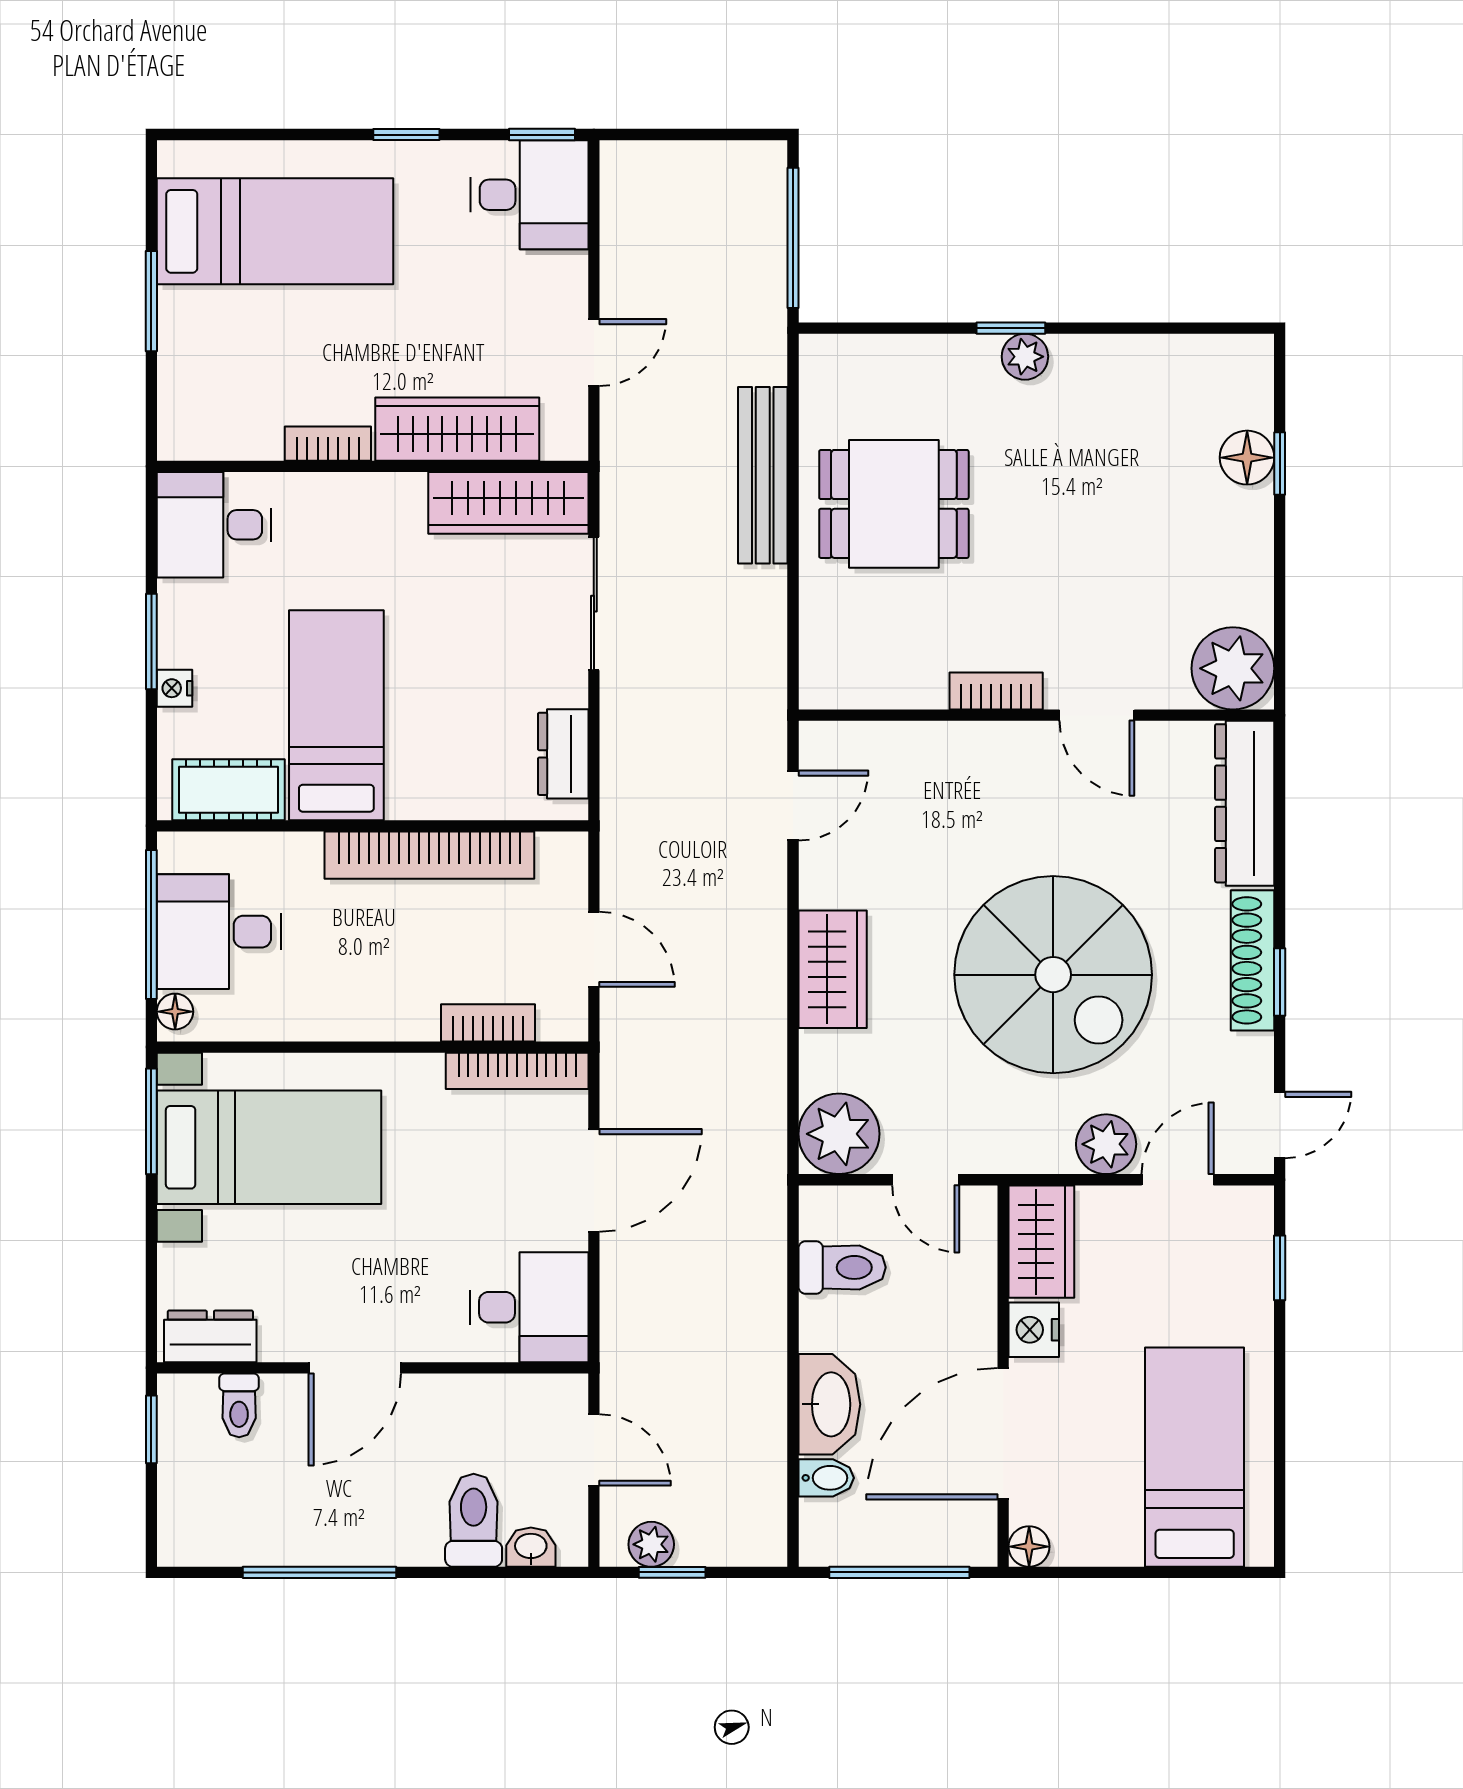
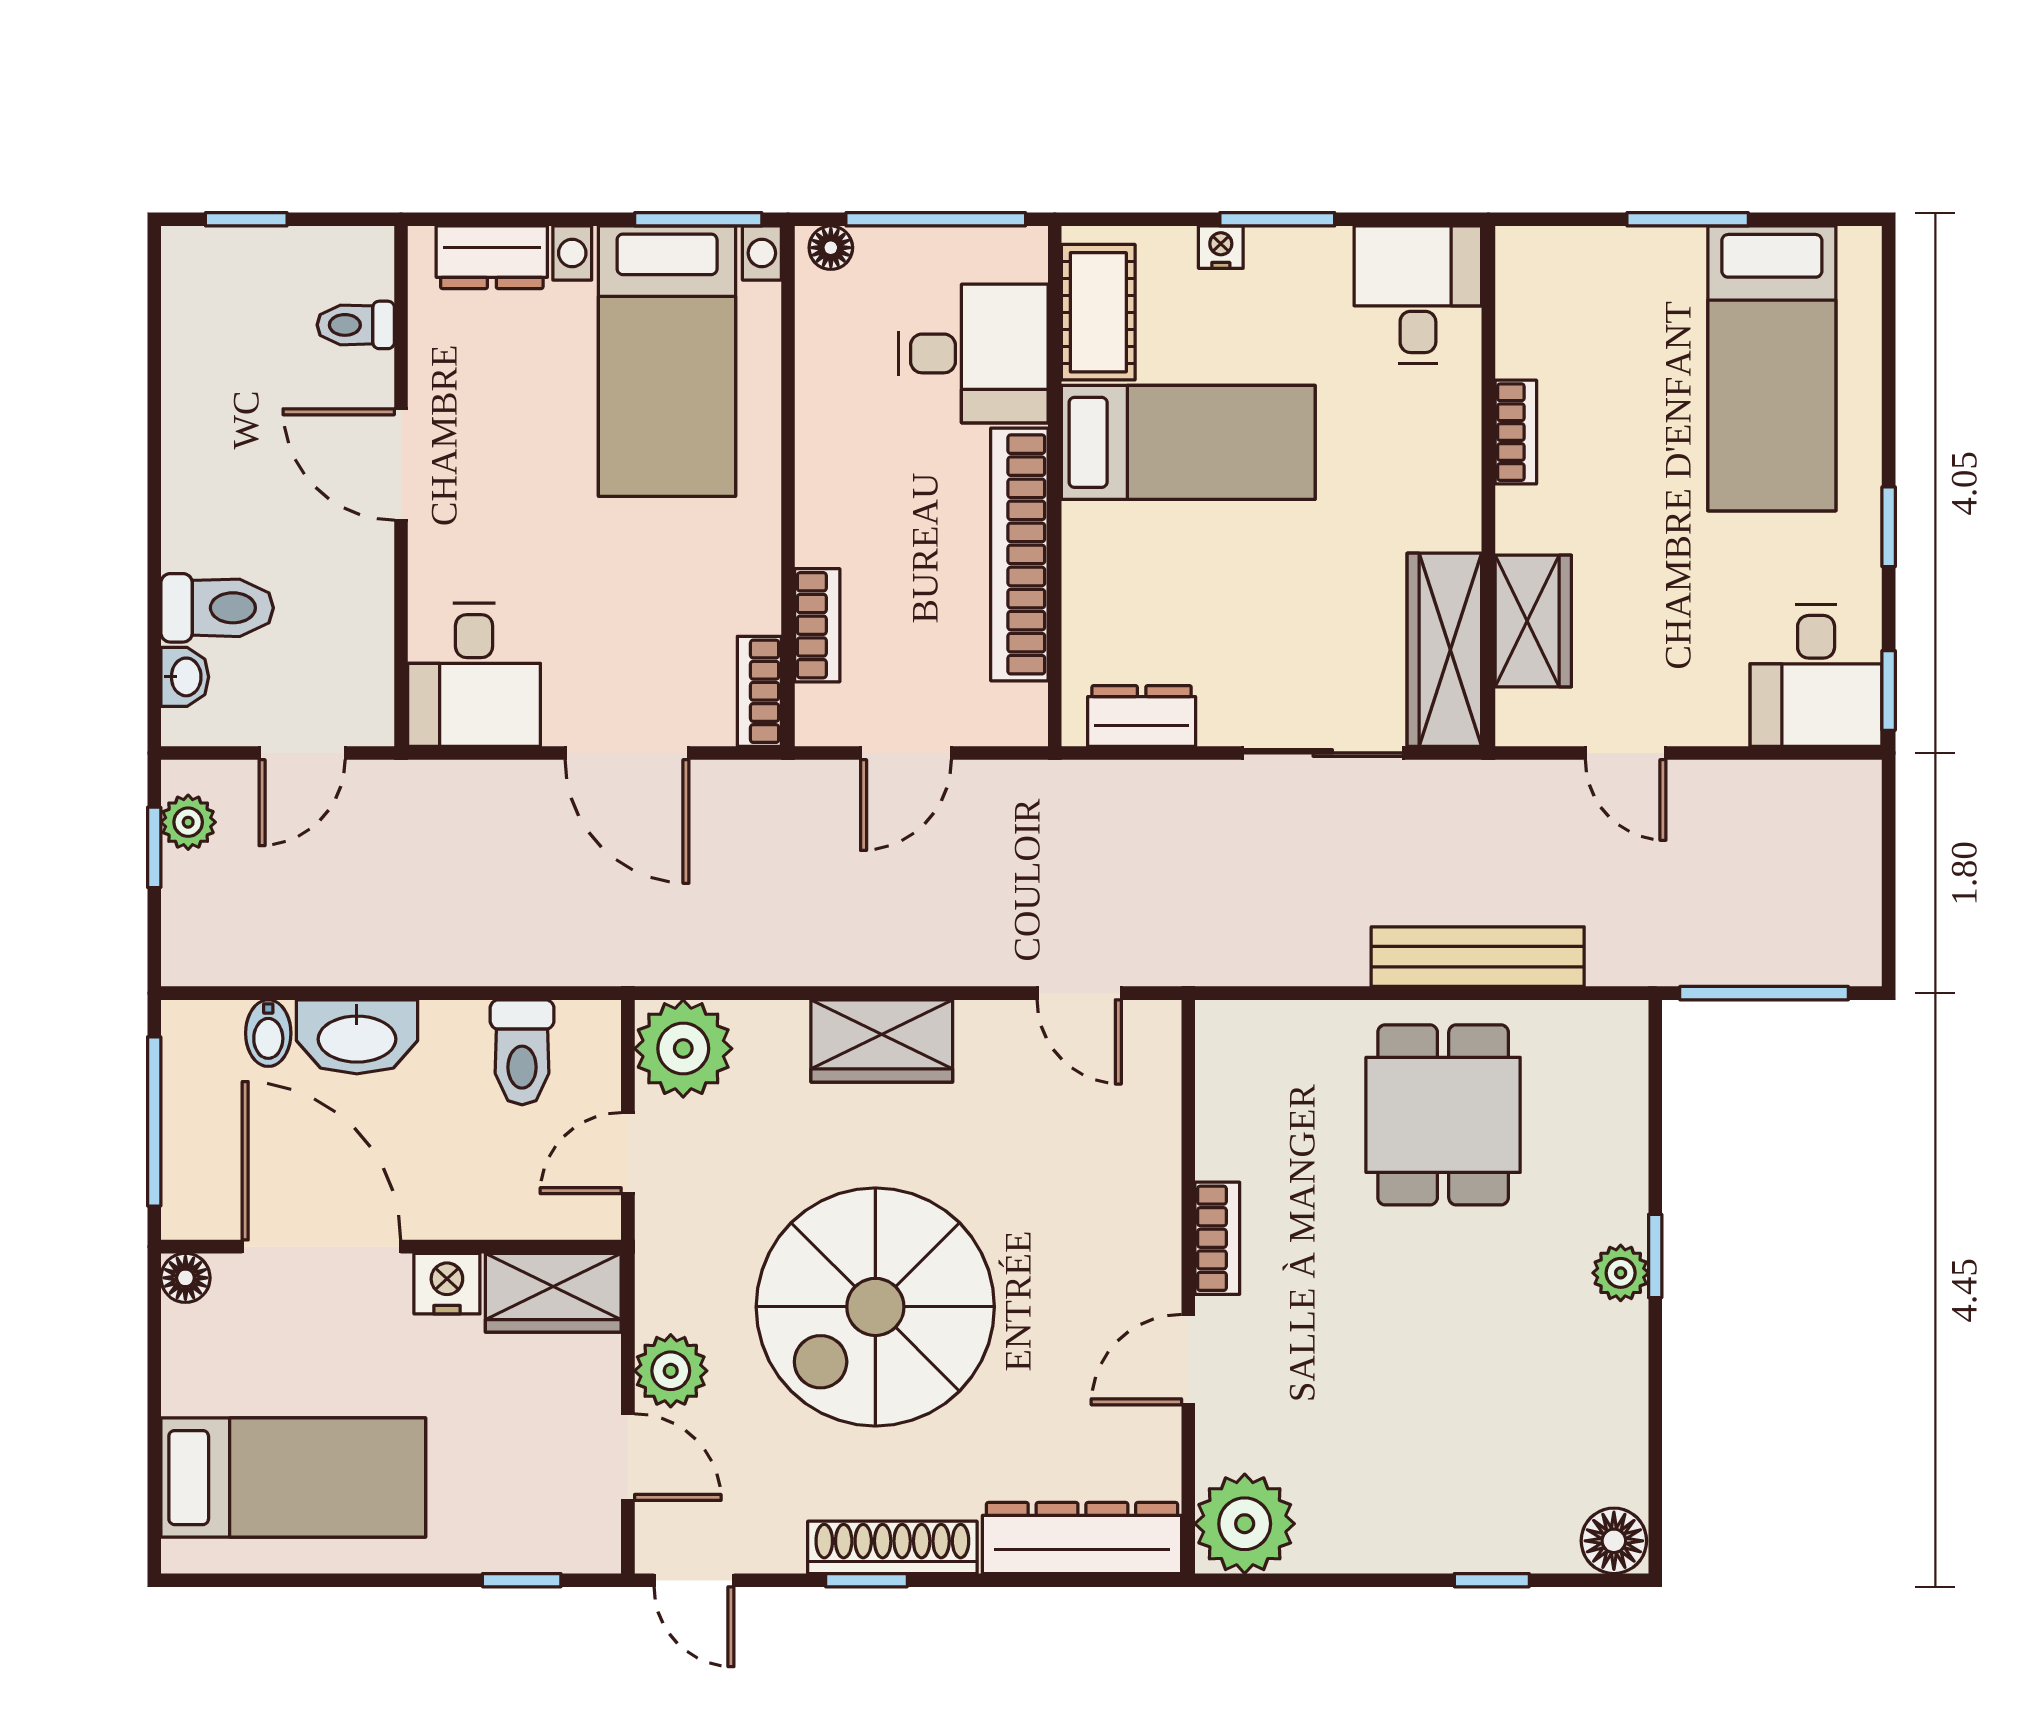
wardrobe: (457, 429) -> (1533, 621), width x0.67
floor lamp: (1247, 458) -> (1614, 1541), moved
desk: (219, 932) -> (973, 353), moved, turned 90
bookcase: (517, 1071) -> (759, 691), width x0.64
dresser: (210, 1336) -> (492, 257), moved, turned 90
window: (151, 1429) -> (246, 219), moved
window: (319, 1572) -> (154, 422), removed

